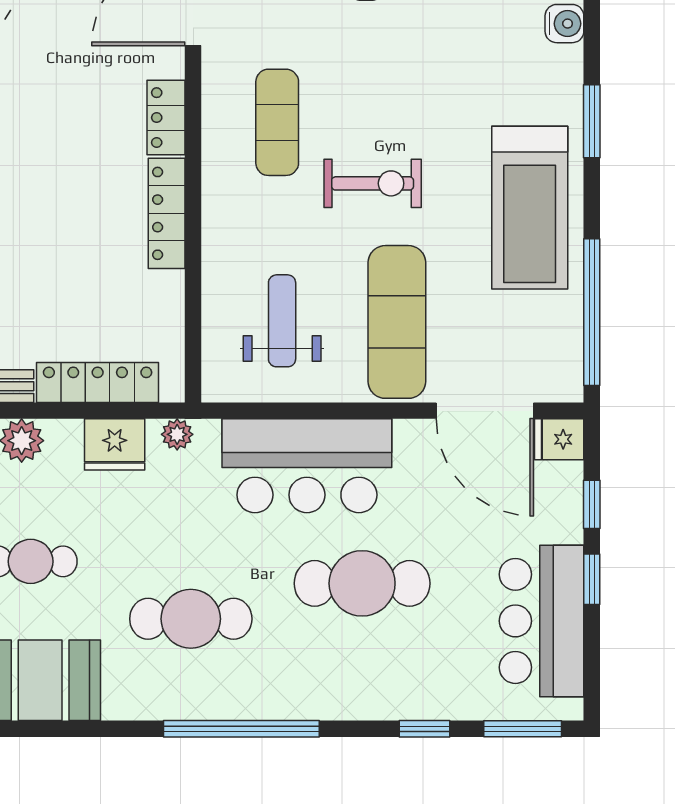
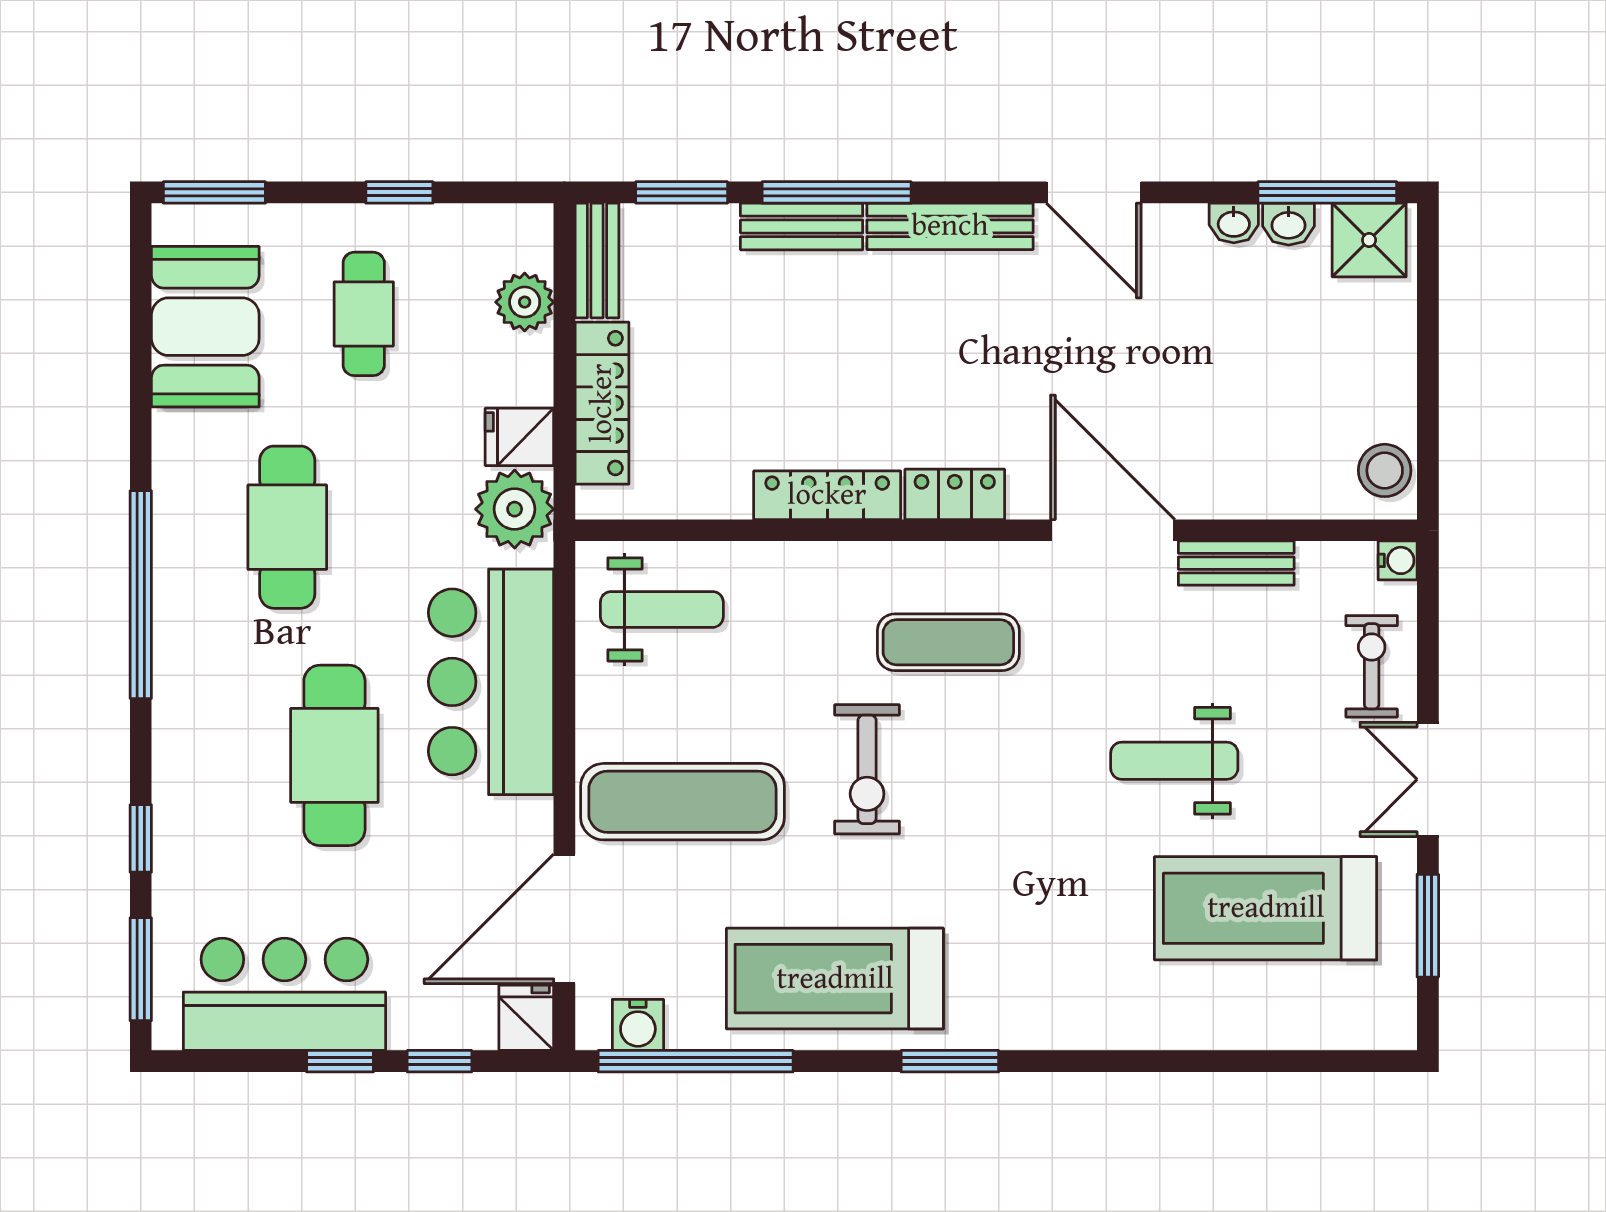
water cooler: (564, 24) -> (638, 1025), moved
weight bench: (282, 321) -> (662, 609), moved
plant: (177, 434) -> (515, 509), width x1.88, depth x1.88
fridge: (115, 444) -> (519, 437), width x0.72

